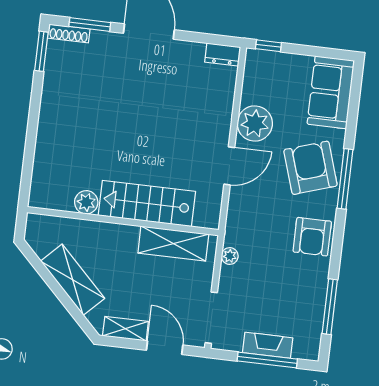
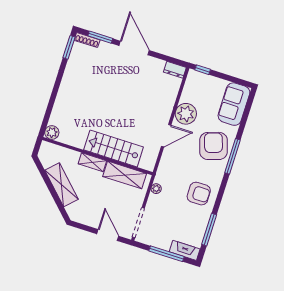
plant: (86, 202) -> (52, 133), moved
armchair: (312, 237) -> (199, 194), moved, turned -90
shelving: (125, 329) -> (92, 162), moved
fireplace: (268, 345) -> (185, 250), moved

